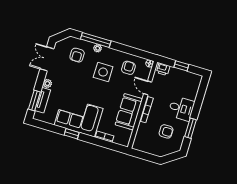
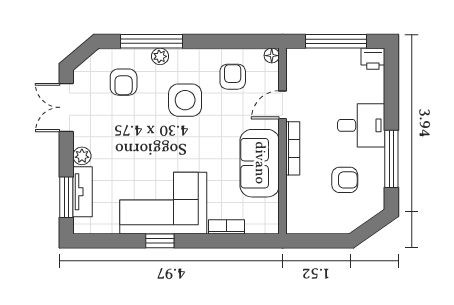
window: (181, 66) -> (336, 41), width x2.17
printer: (163, 69) -> (373, 59), moved
door: (148, 88) -> (283, 105), hinge flipped
window: (191, 128) -> (391, 159), width x1.44

